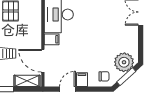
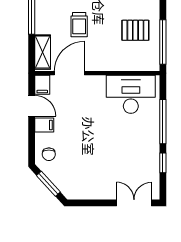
filing cabinet: (52, 39) -> (42, 85), moved
plant: (124, 62) -> (67, 181), removed

